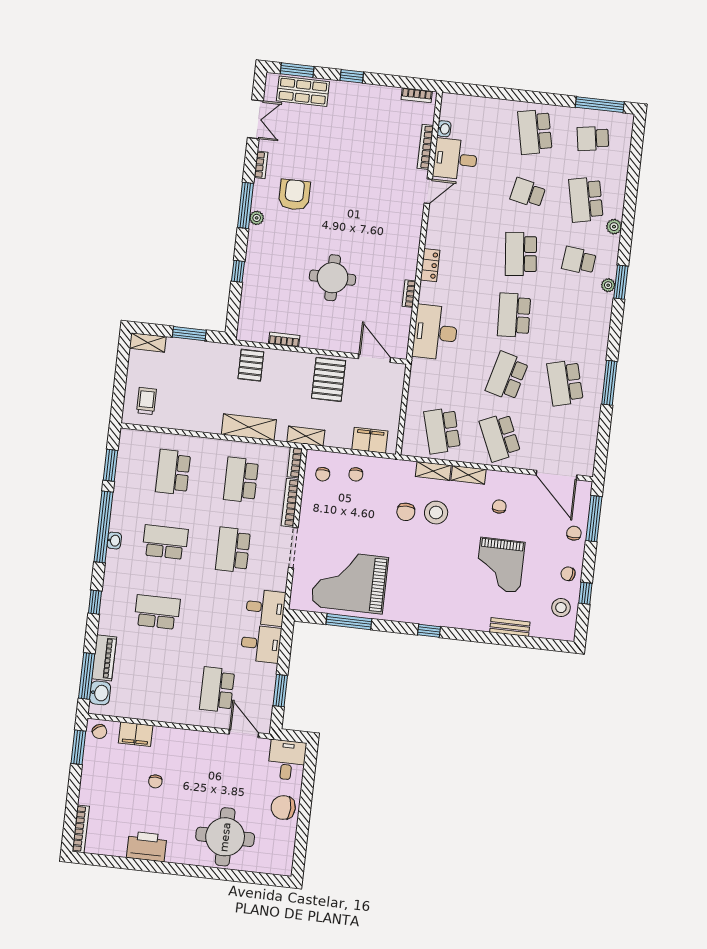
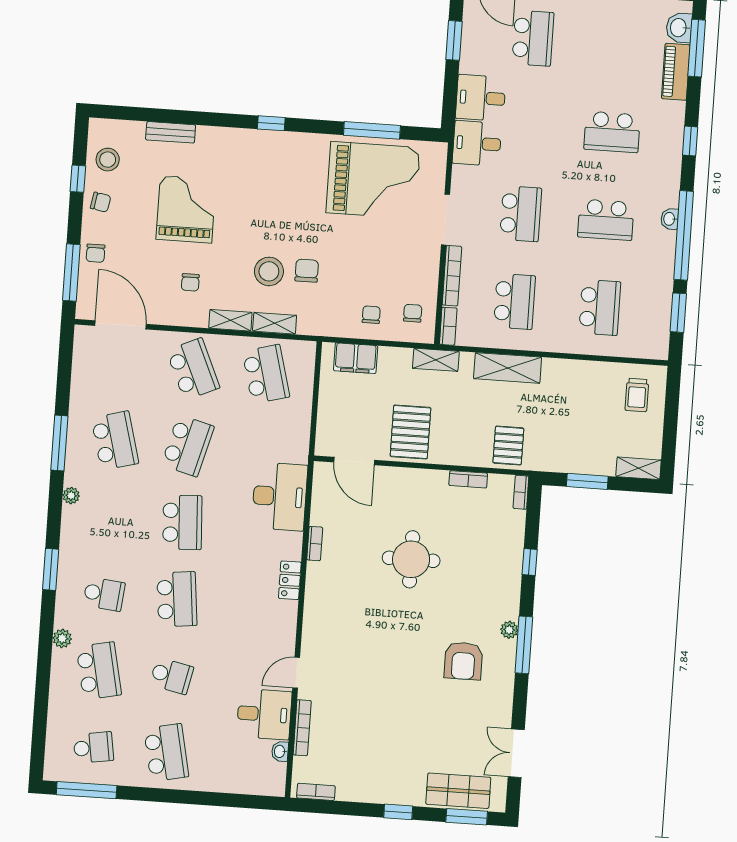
bookcase: (261, 165) -> (521, 492), moved
plant: (608, 285) -> (71, 496), moved

